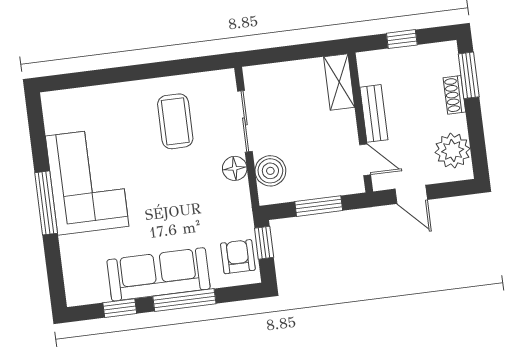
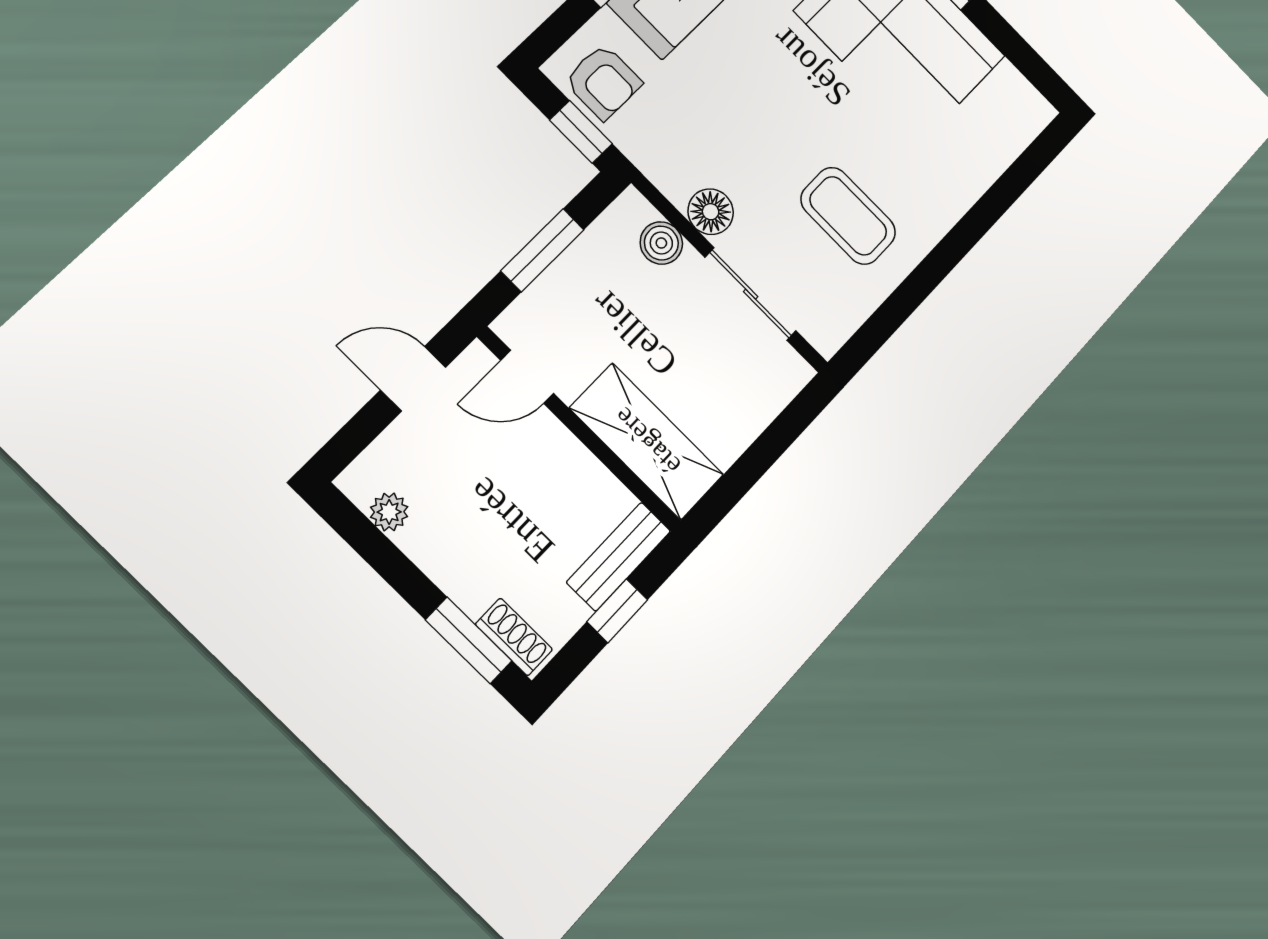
shelving: (339, 82) -> (647, 441), width x1.50, depth x1.33
shoe rack: (454, 95) -> (514, 637), moved
bench: (374, 113) -> (619, 557), moved, turned 90
plant: (453, 151) -> (389, 512), width x0.53, depth x0.53
boiler: (270, 171) -> (661, 243), width x0.73, depth x0.73

